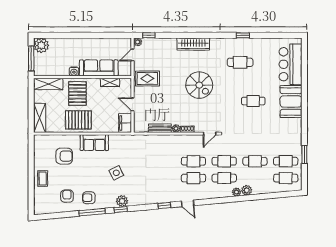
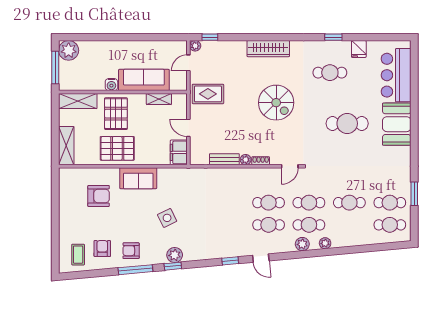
fridge: (262, 44) -> (359, 49), added
cafe table: (253, 101) -> (347, 123), width x1.37, depth x1.35
coffee table: (43, 179) -> (78, 255), moved
plant: (247, 190) -> (302, 244), moved

